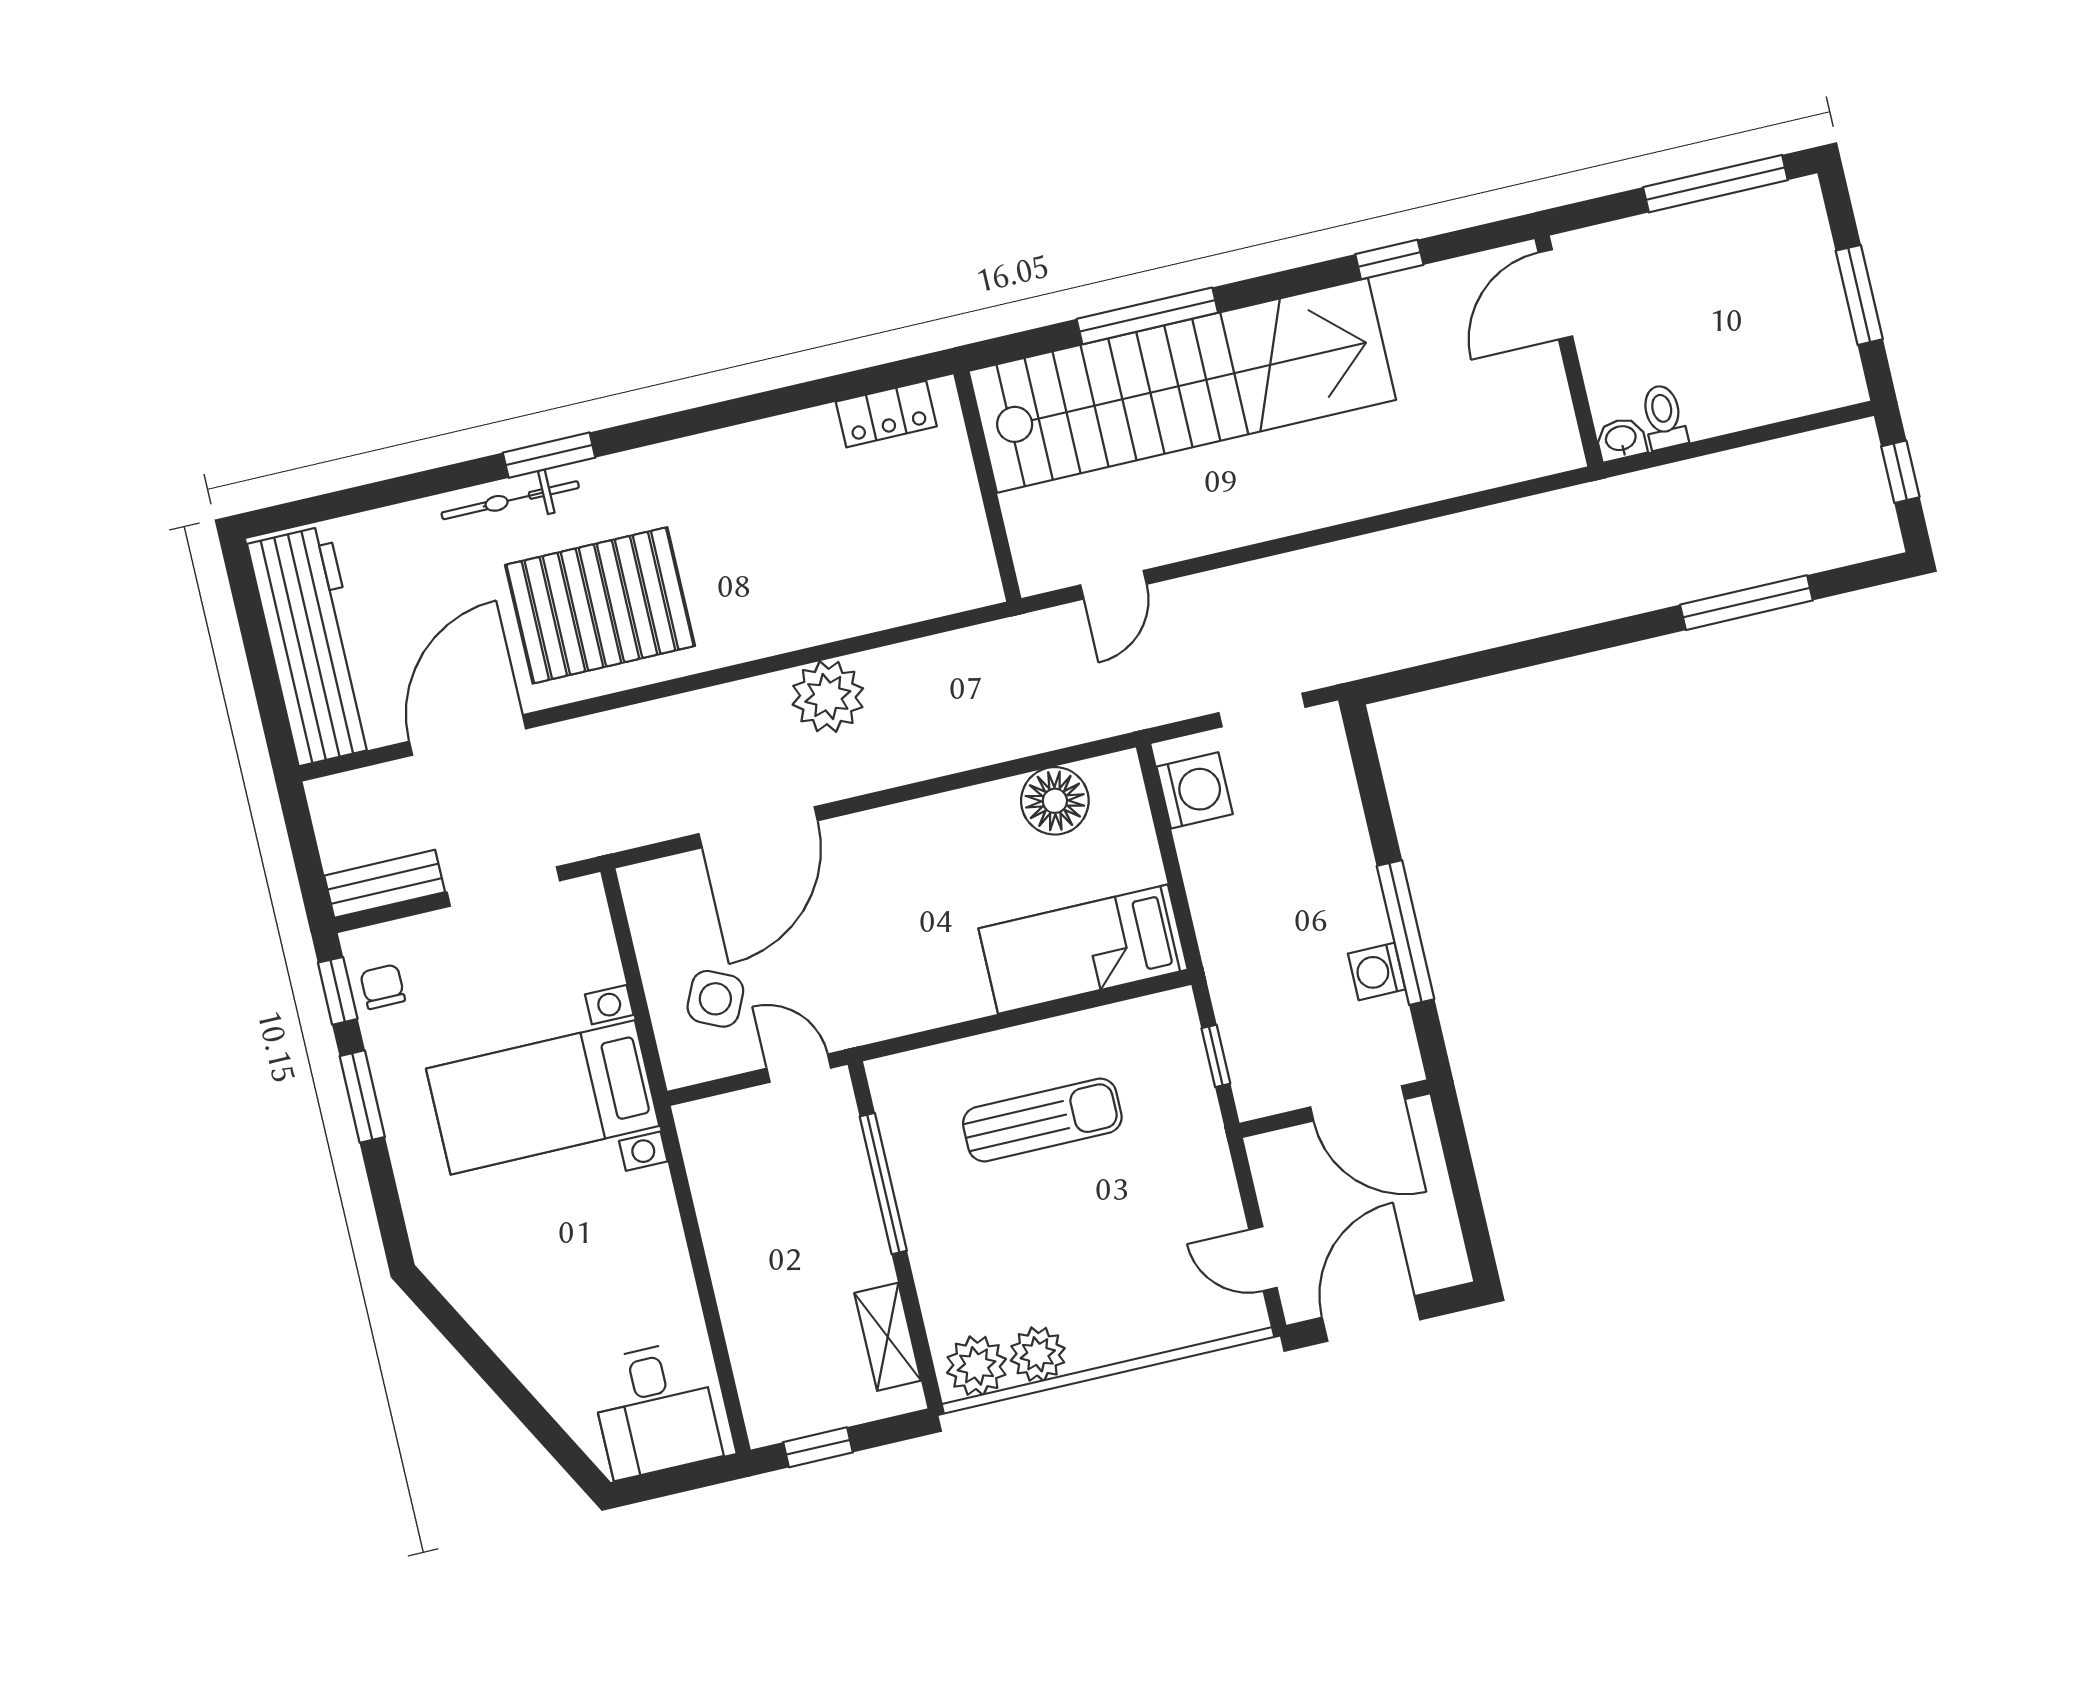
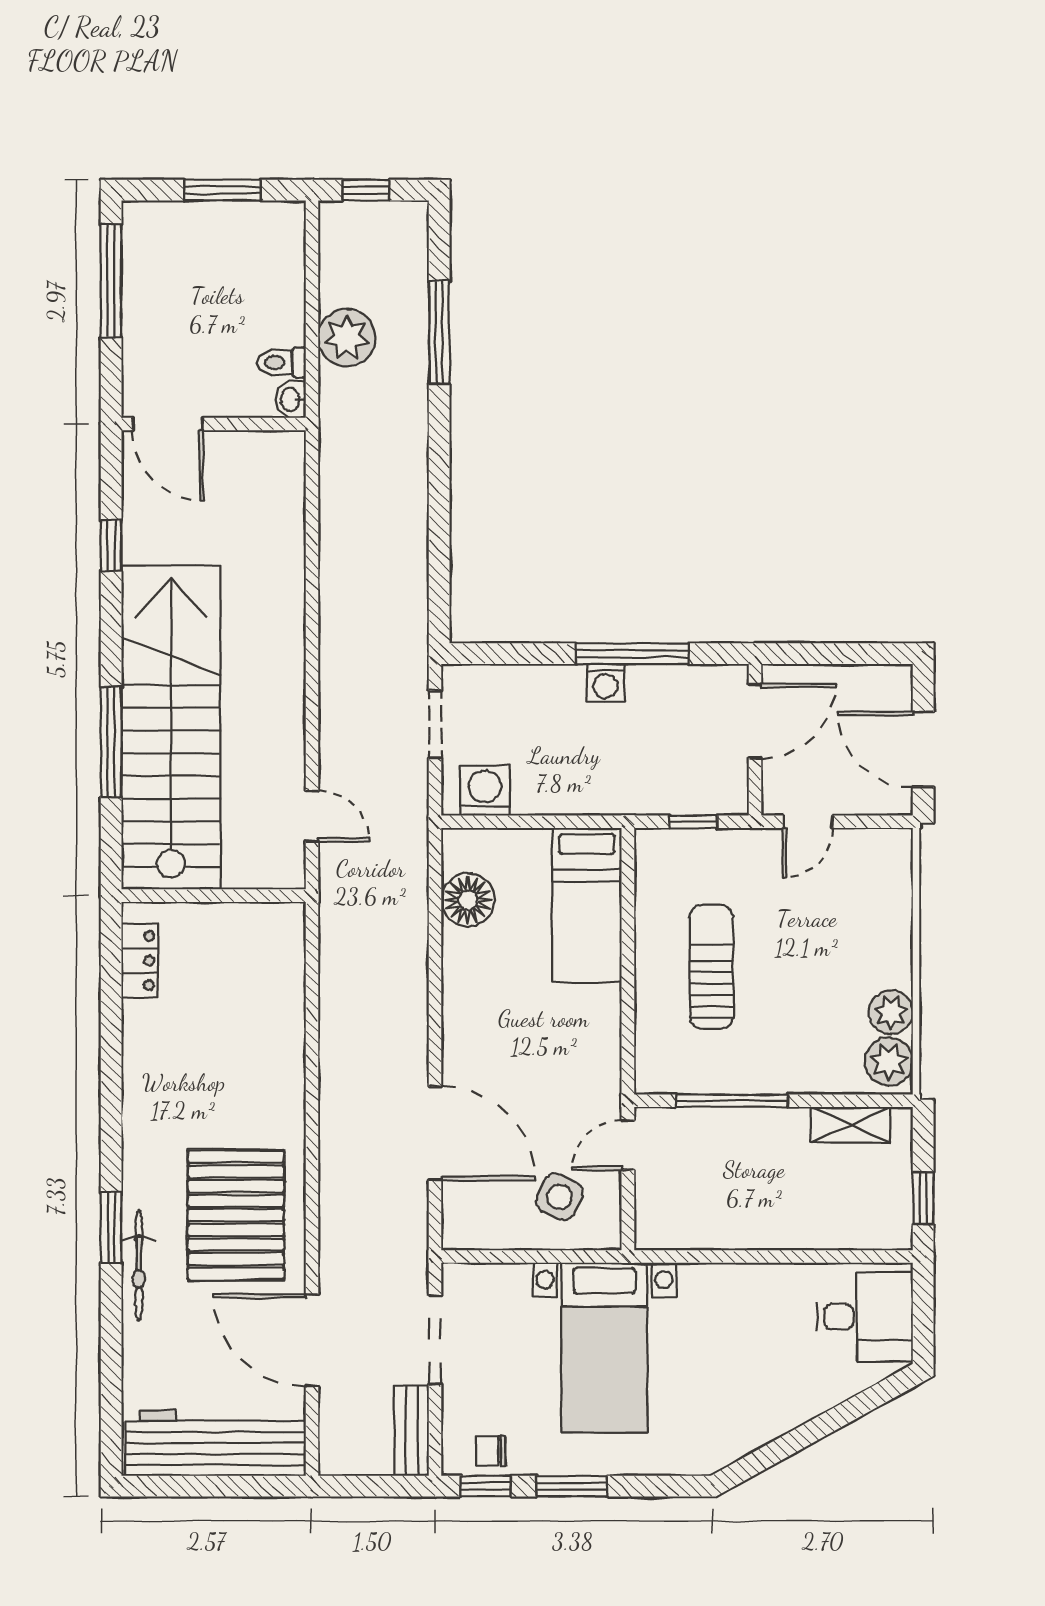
plant: (828, 697) -> (347, 338), moved
washing machine: (1377, 971) -> (605, 683), moved
door: (1263, 1259) -> (808, 822), moved

